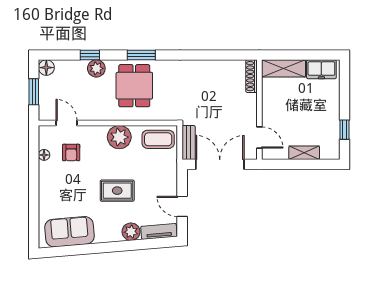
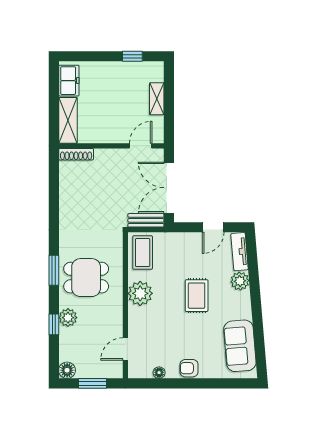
armchair: (71, 153) -> (189, 368), moved, turned 180

